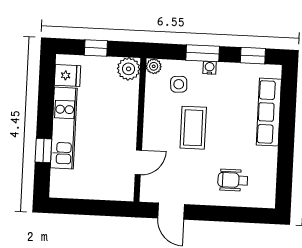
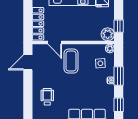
window: (96, 48) -> (119, 26), moved
coffee table: (193, 128) -> (71, 61), moved, turned 90
locker: (104, 190) -> (38, 24), added

